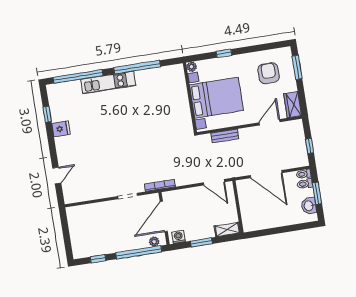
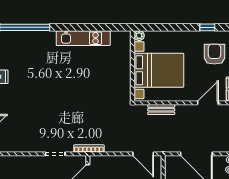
window: (224, 53) -> (207, 27), moved
window: (137, 67) -> (85, 27), removed
kitchen unit: (108, 82) -> (83, 38), moved

